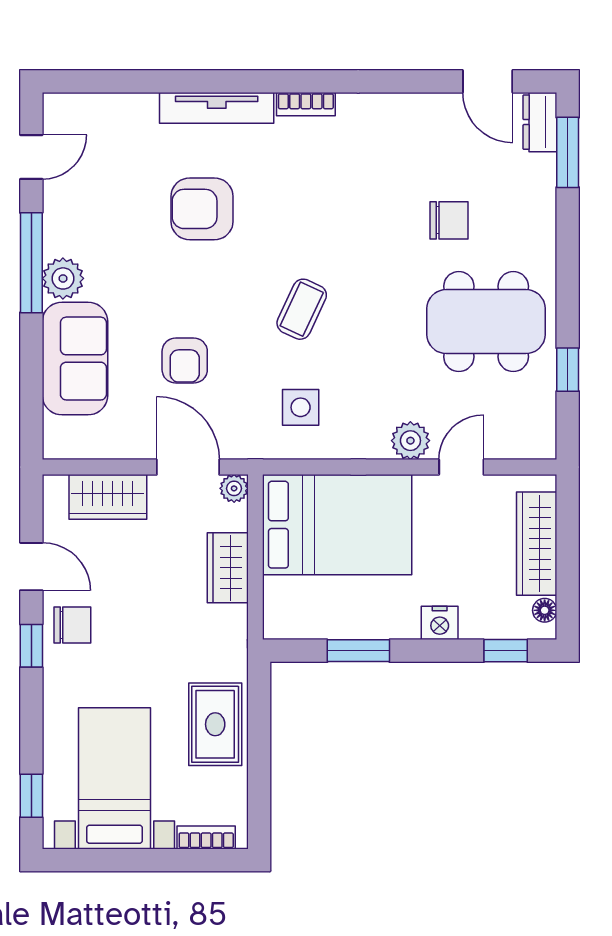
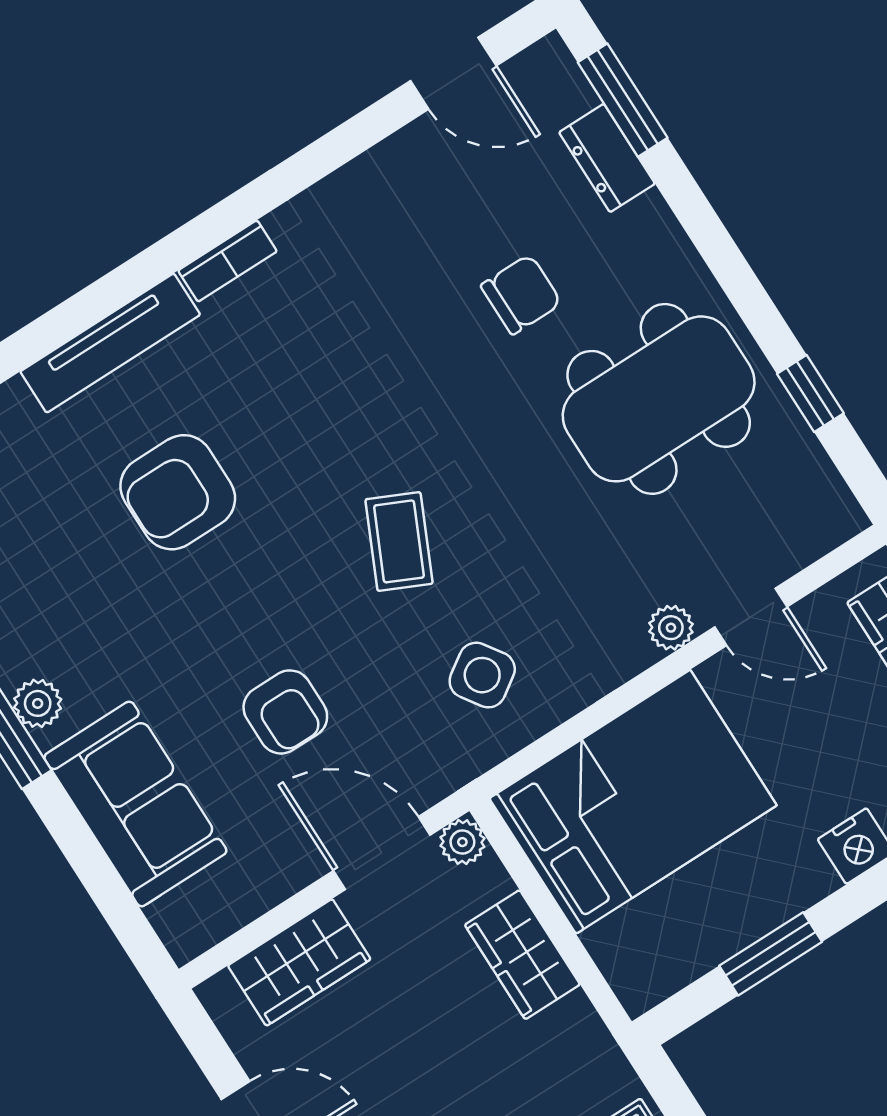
dresser: (540, 122) -> (607, 158), moved
plant: (63, 278) -> (38, 703), width x0.73, depth x0.73
side table: (301, 407) -> (482, 675), turned -34
plant: (410, 441) -> (671, 628), width x0.73, depth x0.73
door: (461, 467) -> (751, 617), swing flipped

